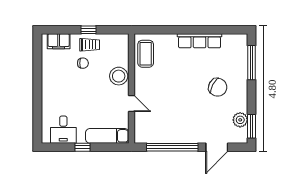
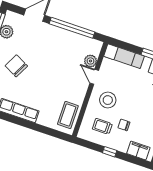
trolley: (90, 45) -> (102, 126), moved
stool: (119, 76) -> (108, 100), moved
plant: (141, 119) -> (90, 61), added

